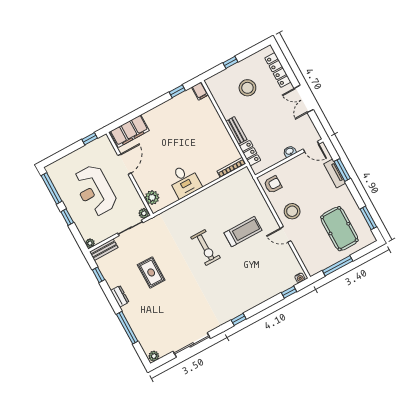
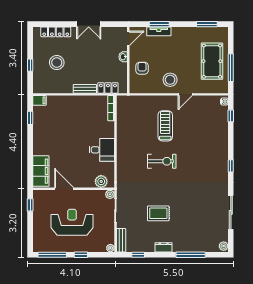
armchair: (273, 184) -> (142, 68), moved
reception desk: (95, 190) -> (72, 222), turned 180
pool table: (339, 229) -> (212, 61), moved, turned 90

